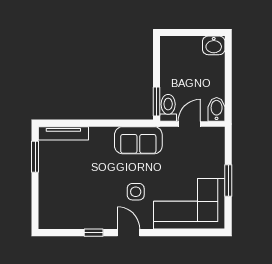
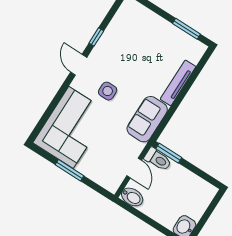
tv unit: (63, 133) -> (178, 83), moved
door: (129, 233) -> (79, 65), swing flipped

